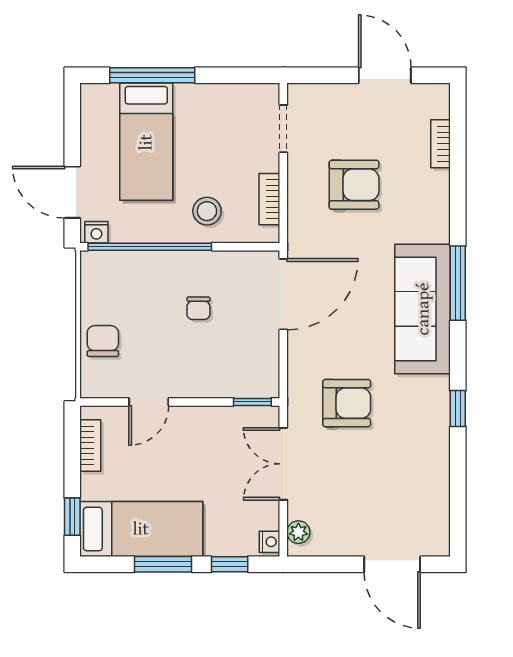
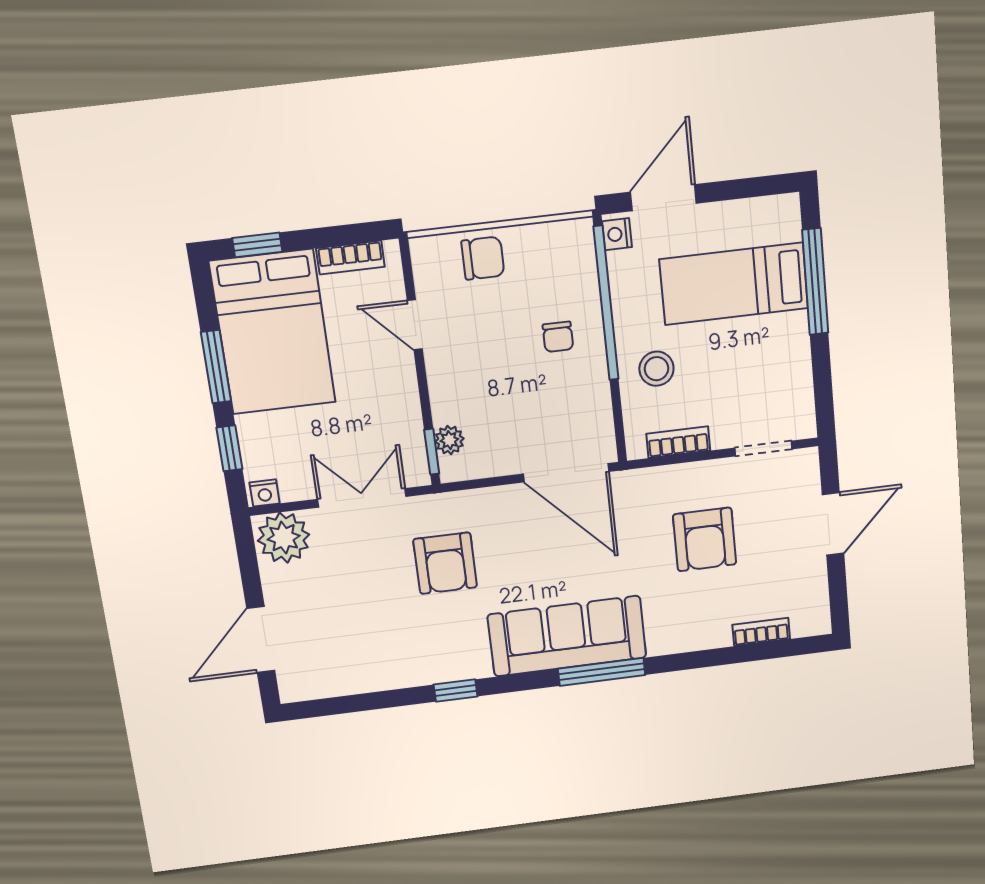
door: (385, 75) -> (833, 524), moved
chair: (198, 308) -> (558, 337), moved, turned -90
plant: (245, 386) -> (449, 440), added
bed: (141, 529) -> (273, 332), width x1.50
plant: (298, 532) -> (284, 538), width x1.88, depth x1.88

